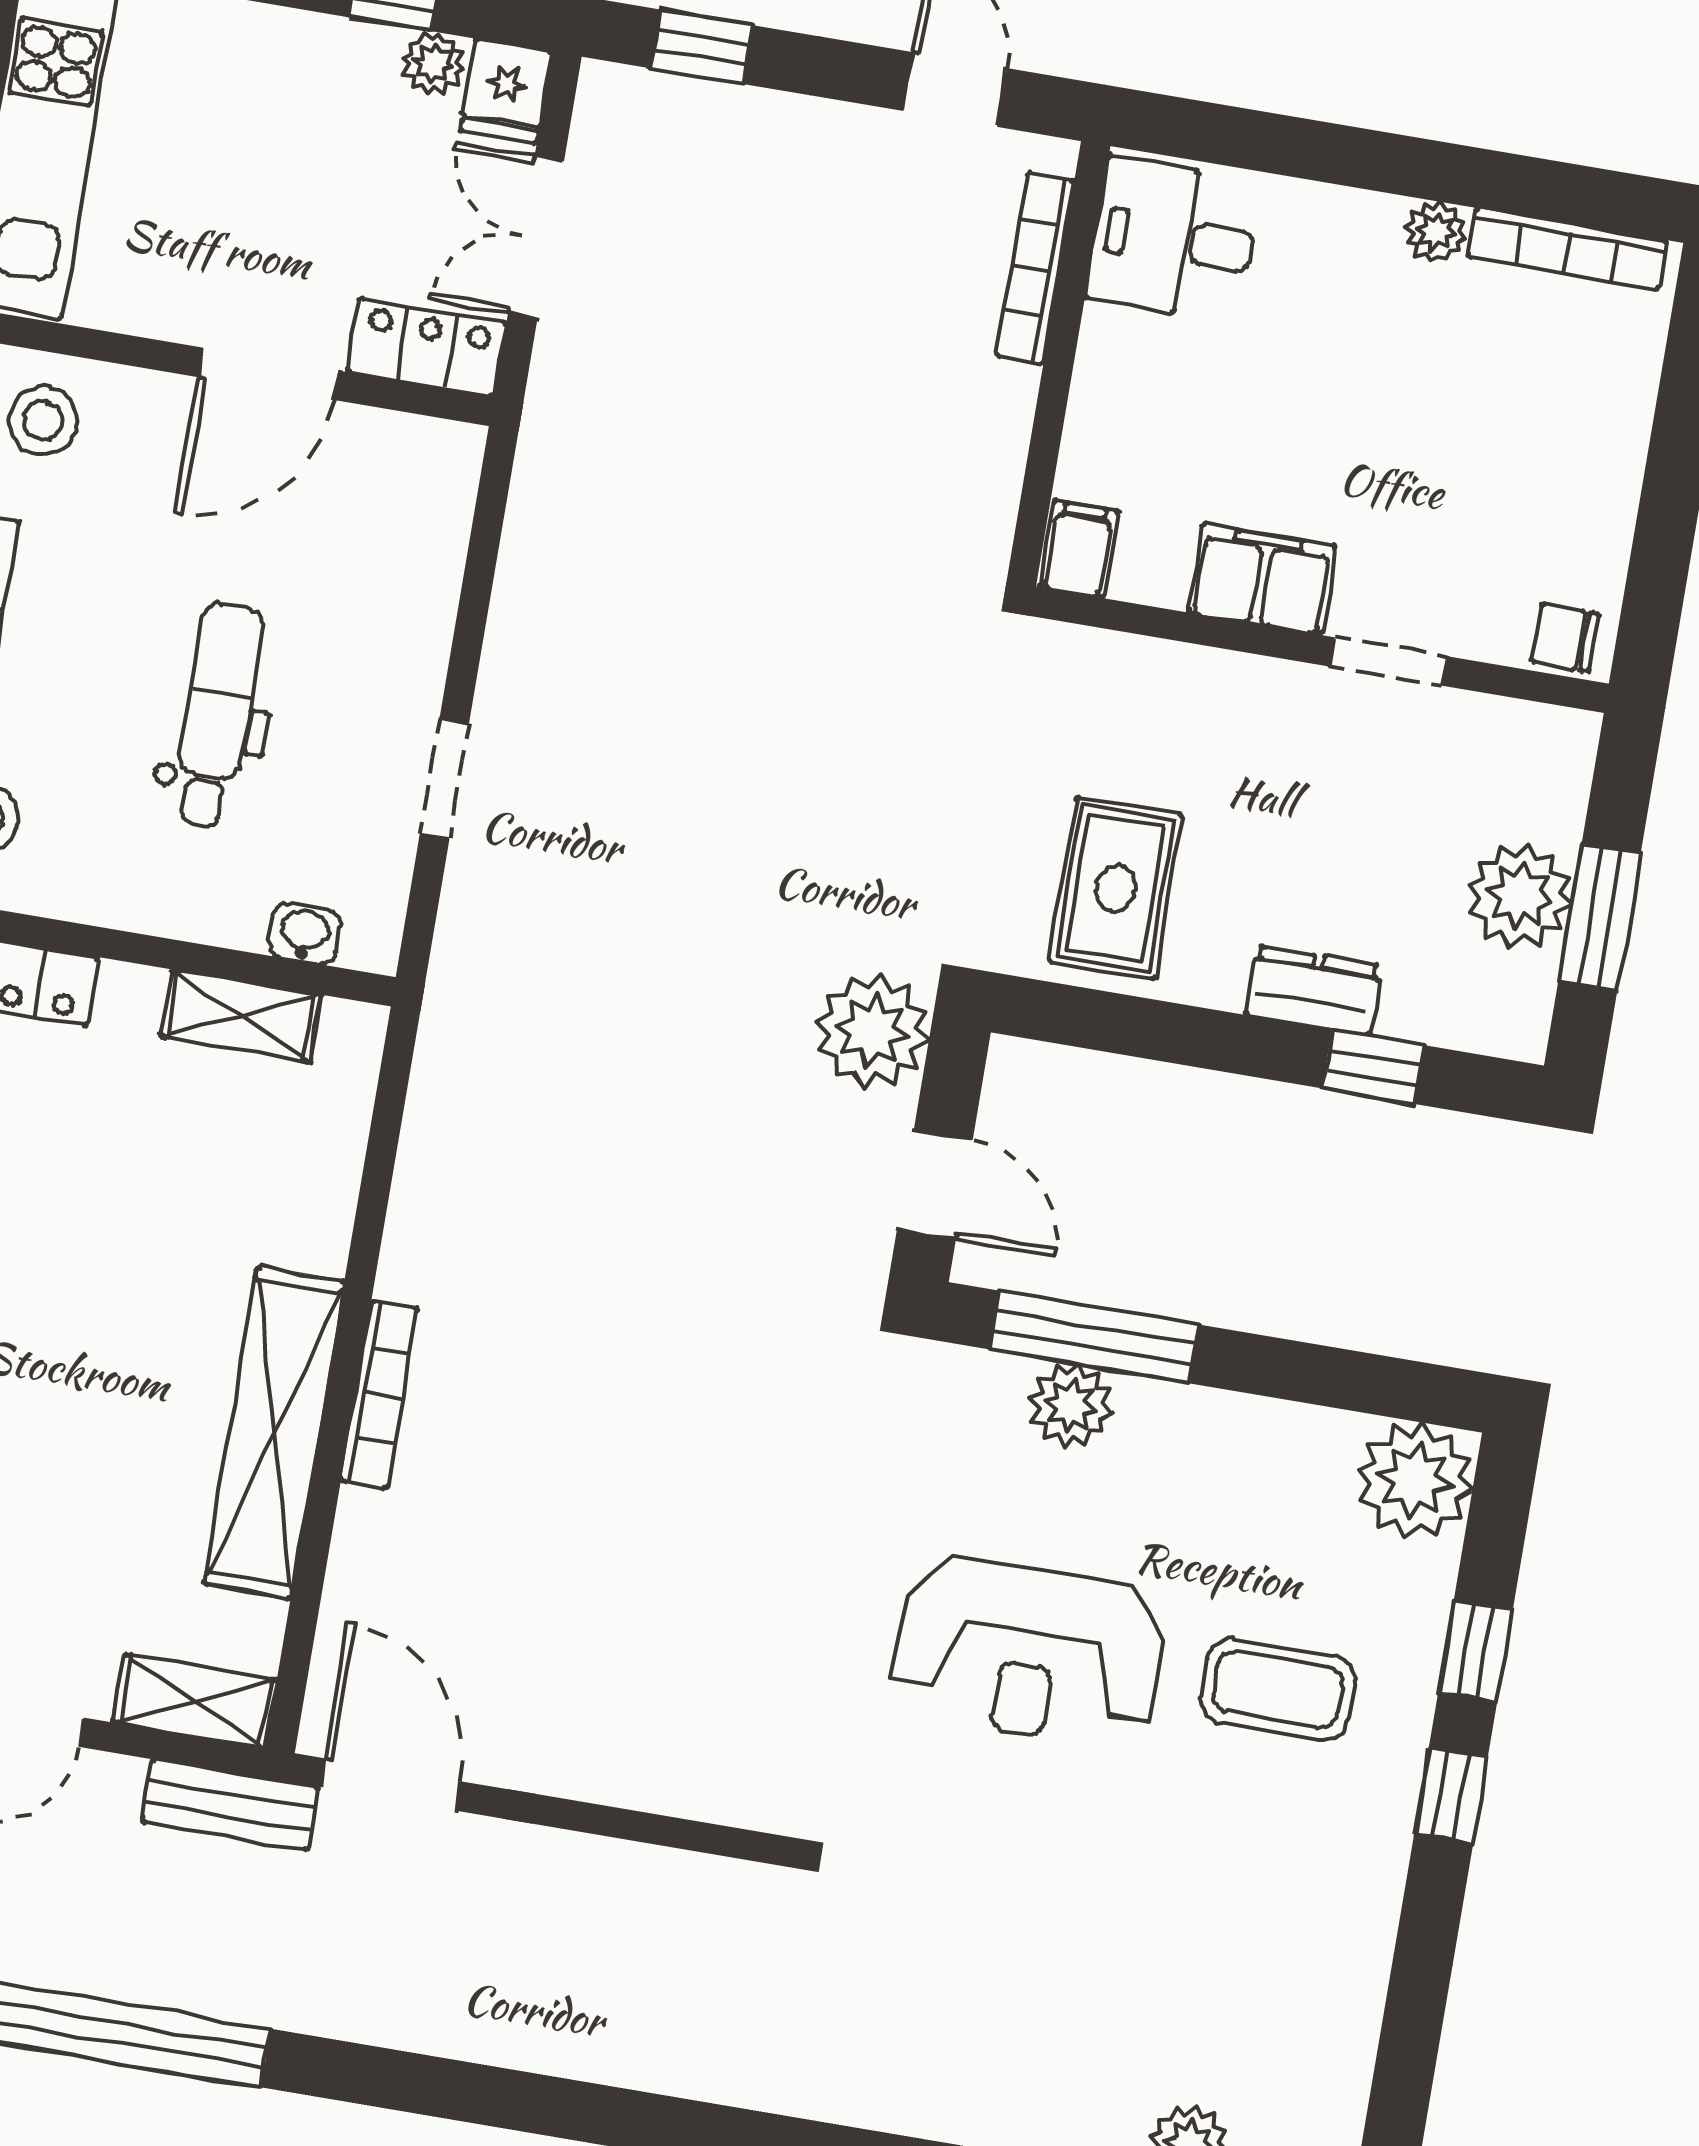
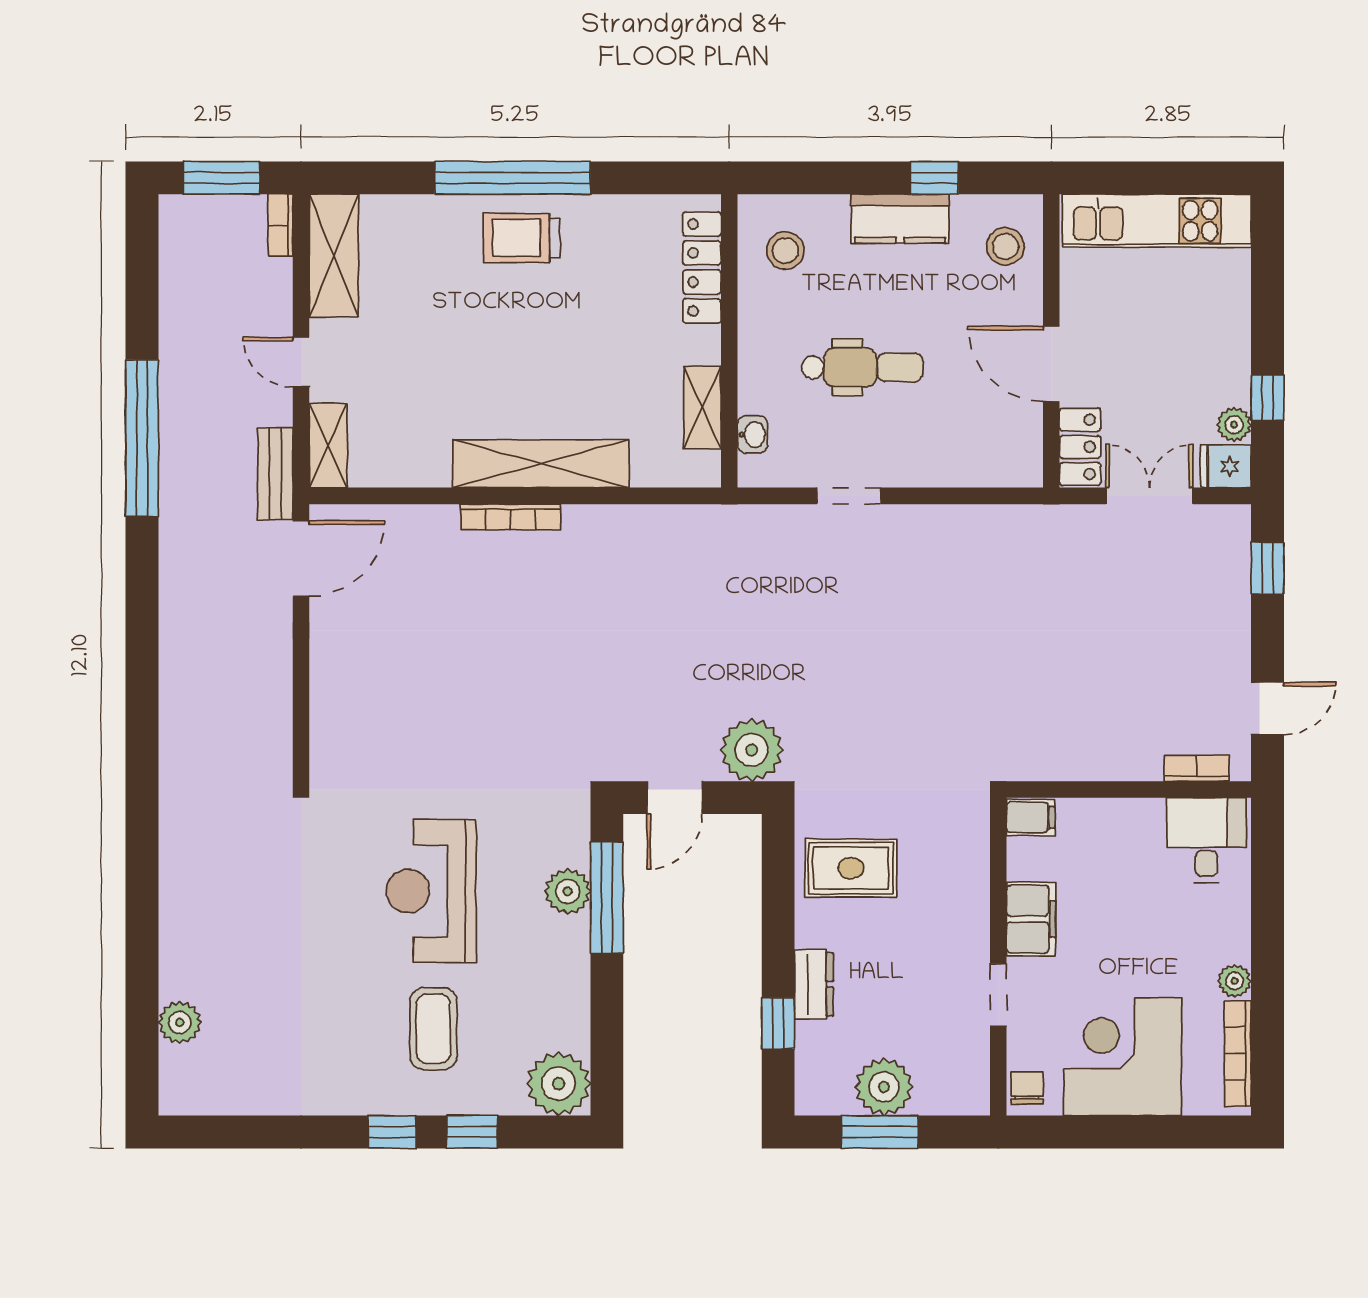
bookcase: (1035, 268) -> (1197, 768), width x0.64
corner desk: (1538, 457) -> (1123, 1057), added
shelving: (274, 1433) -> (541, 464), moved

